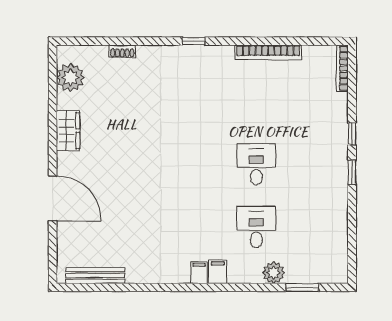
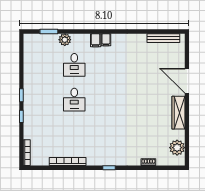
wardrobe: (68, 131) -> (178, 113), width x1.50

